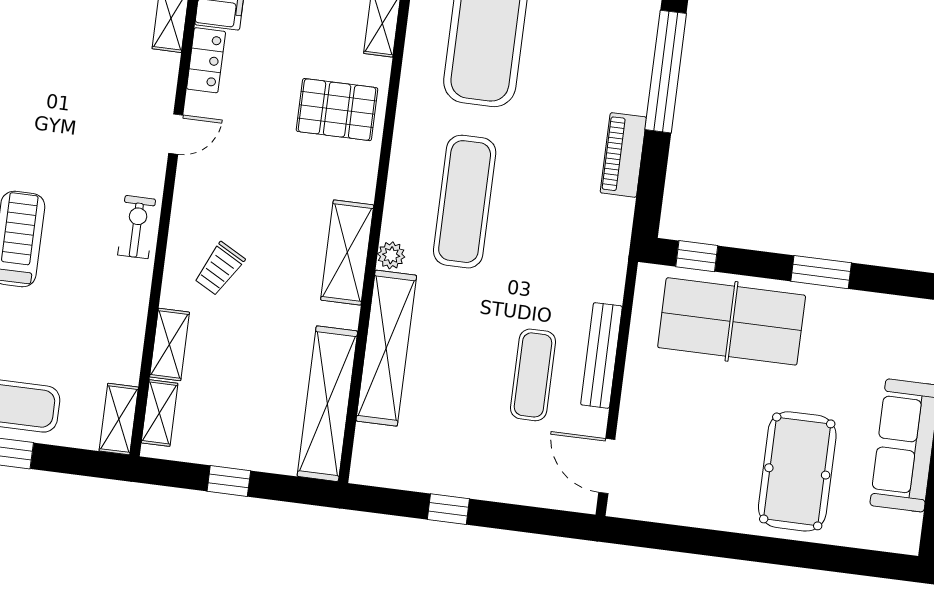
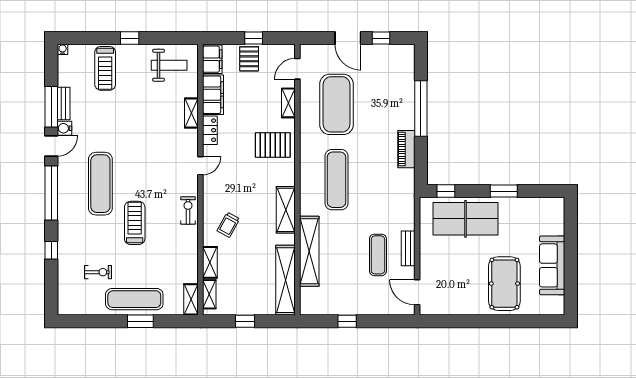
plant: (391, 255) -> (306, 209), removed
bench: (601, 355) -> (408, 248), width x0.73

